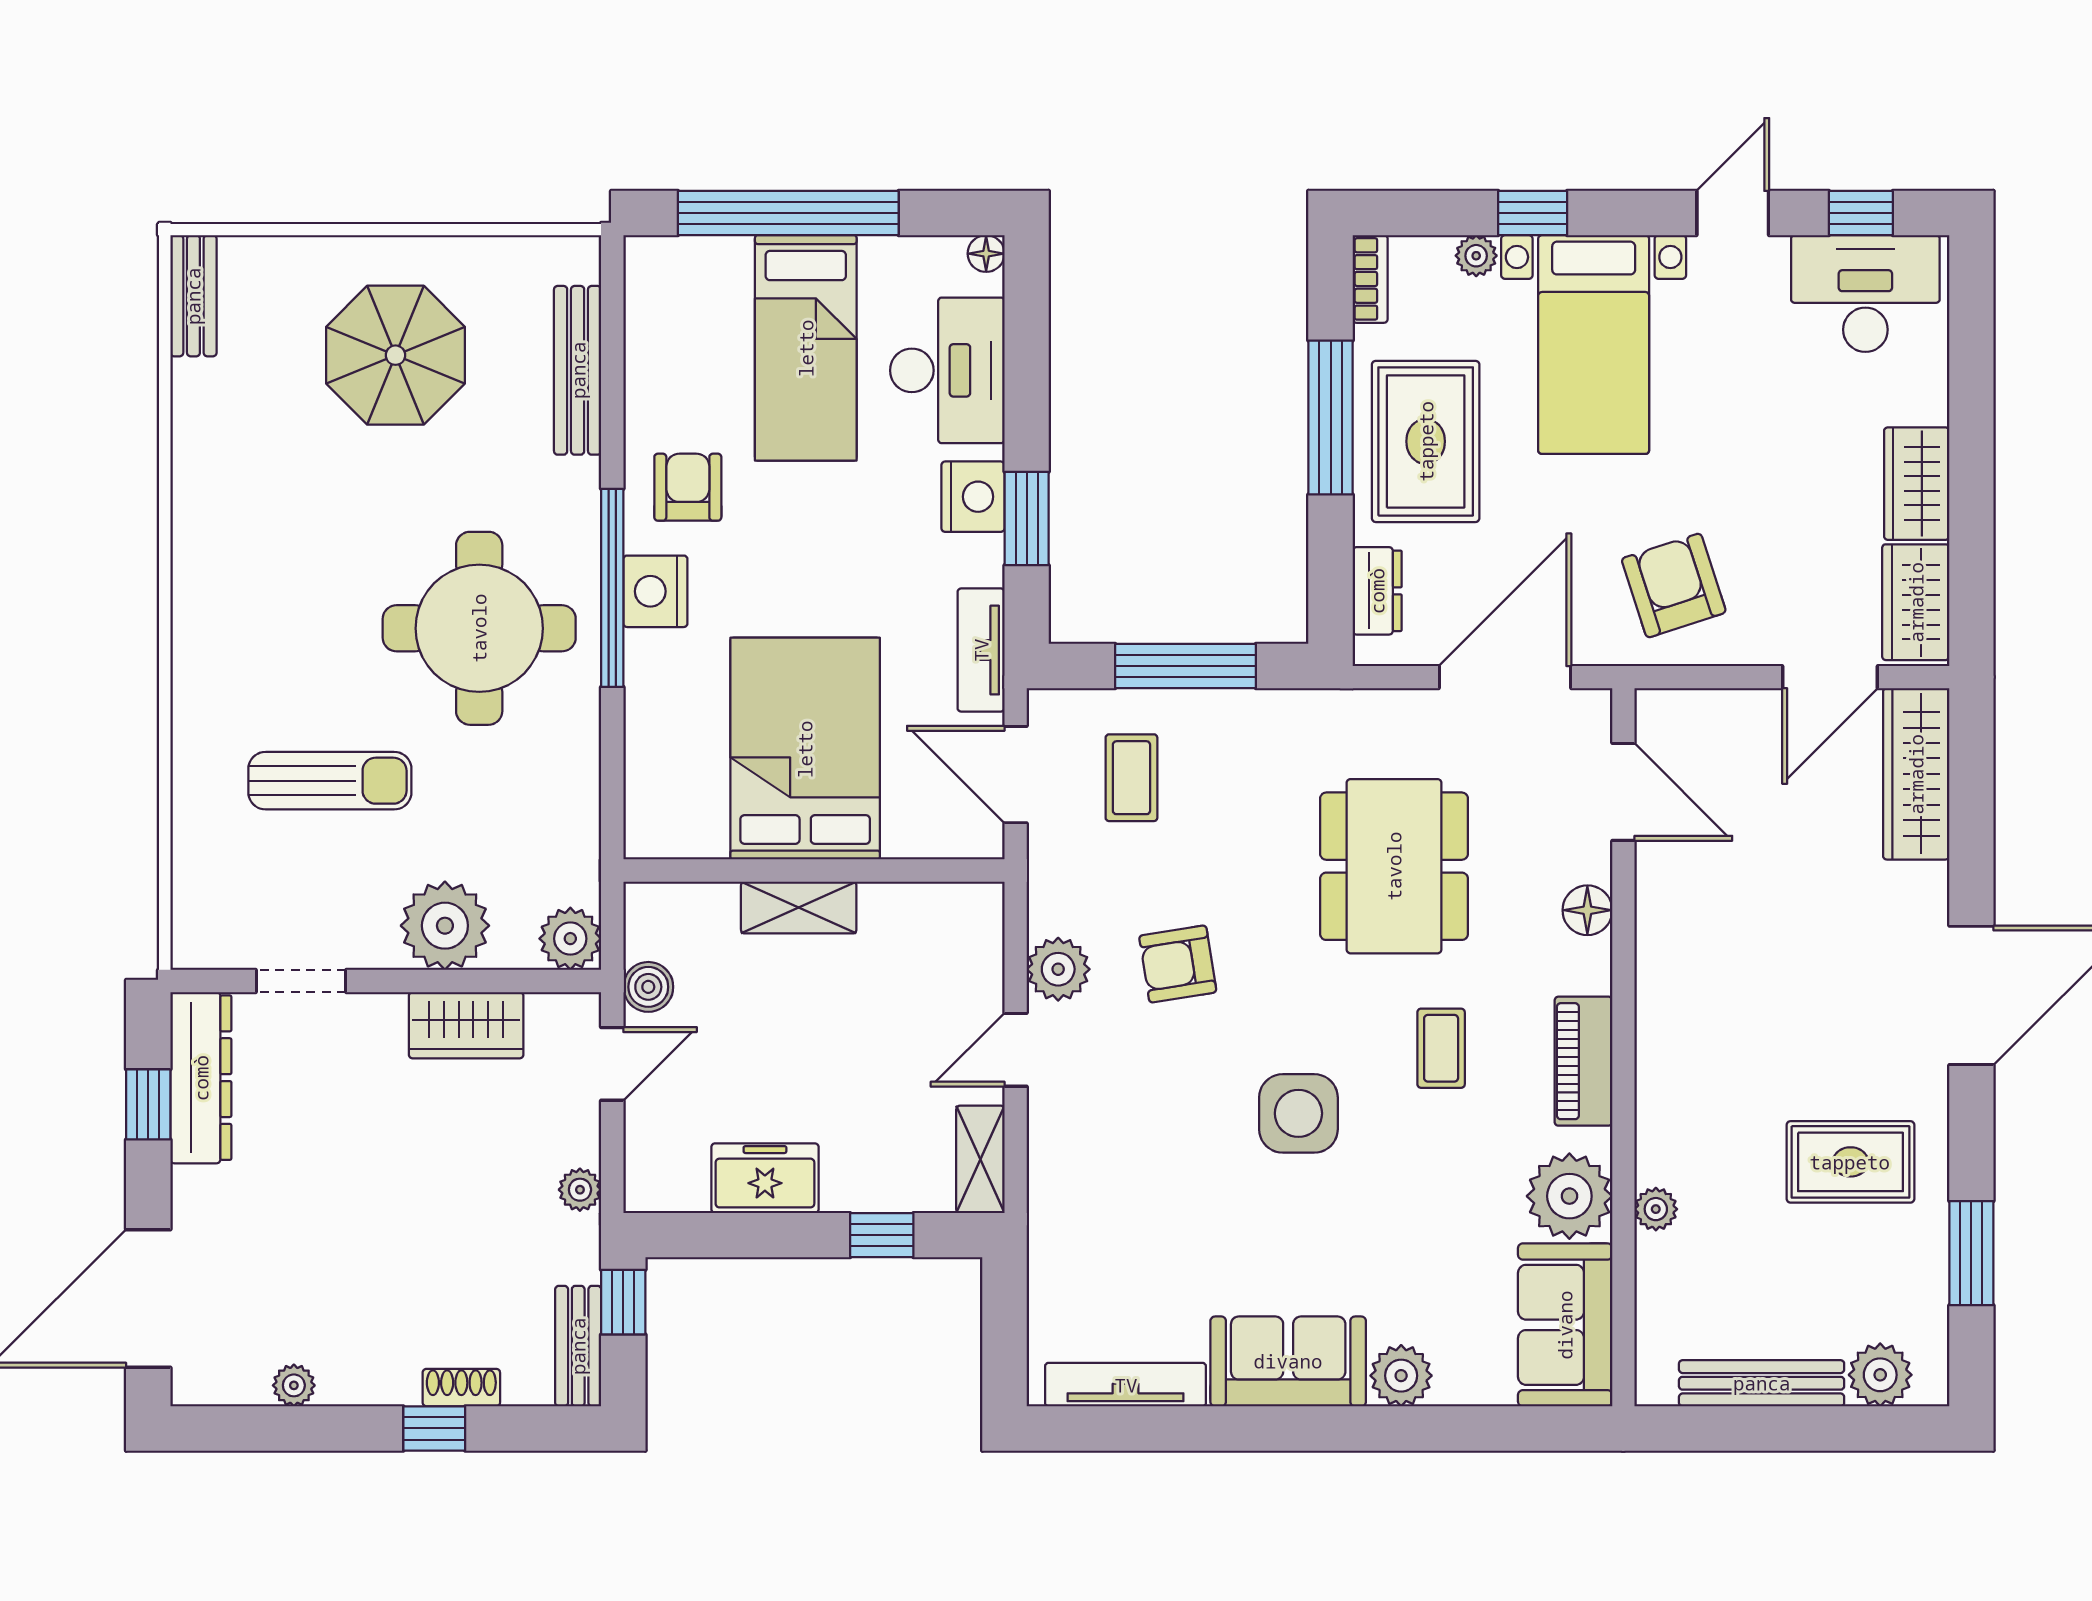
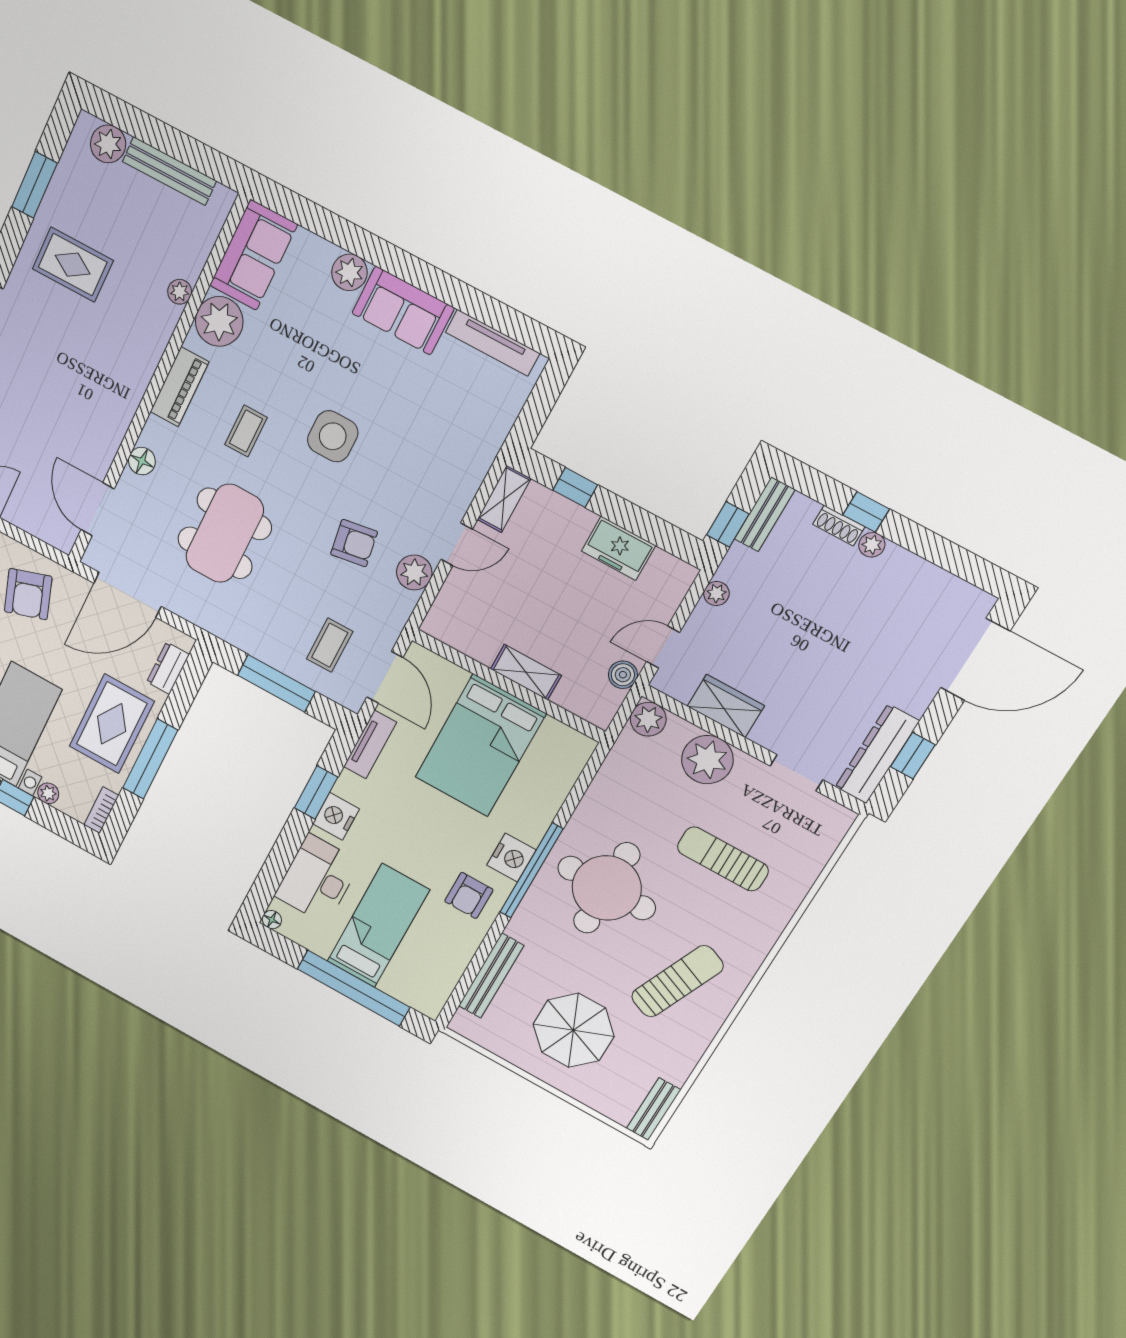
sun lounger: (282, 538) -> (677, 981), added
plant: (294, 1385) -> (872, 545), moved

